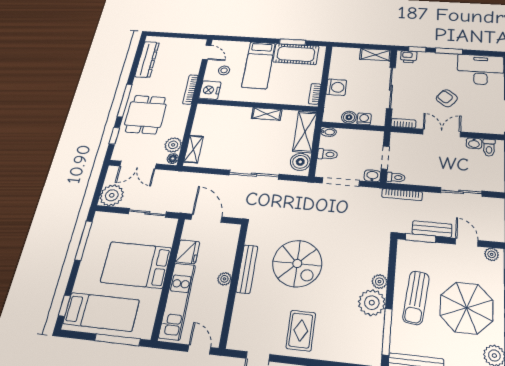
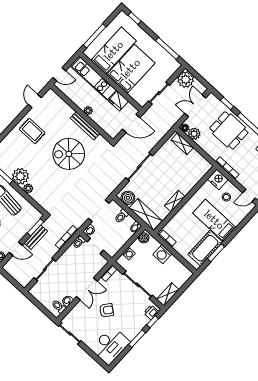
boiler: (349, 117) -> (144, 238), moved
bed: (101, 312) -> (114, 51), moved, turned 180

